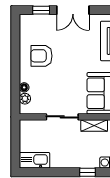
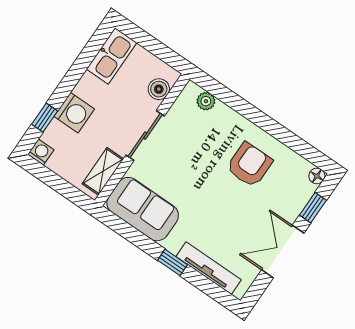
floor lamp: (24, 87) -> (317, 176), moved
boiler: (35, 126) -> (159, 89), added
washing machine: (75, 159) -> (74, 113), added

